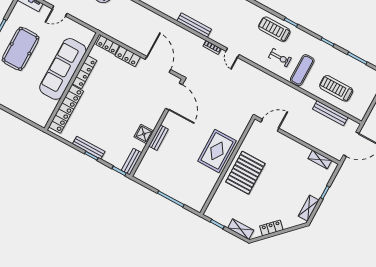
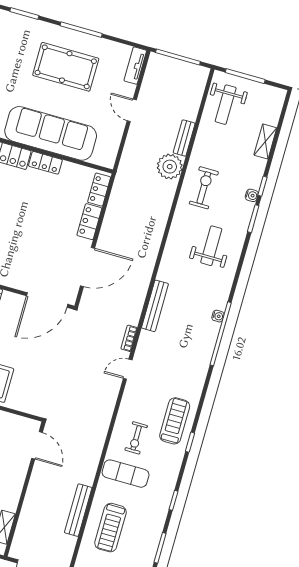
locker: (84, 72) -> (45, 163), width x0.66
treadmill: (336, 88) -> (110, 528), turned 180
bench: (330, 113) -> (78, 510), moved

